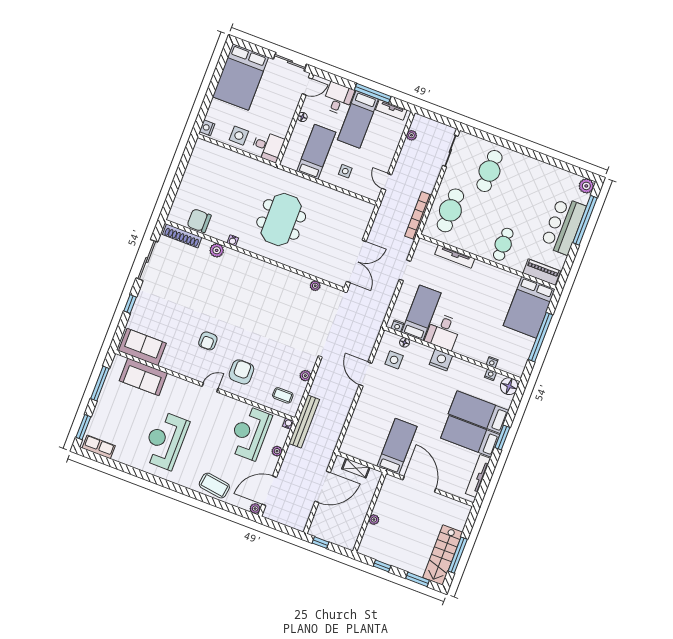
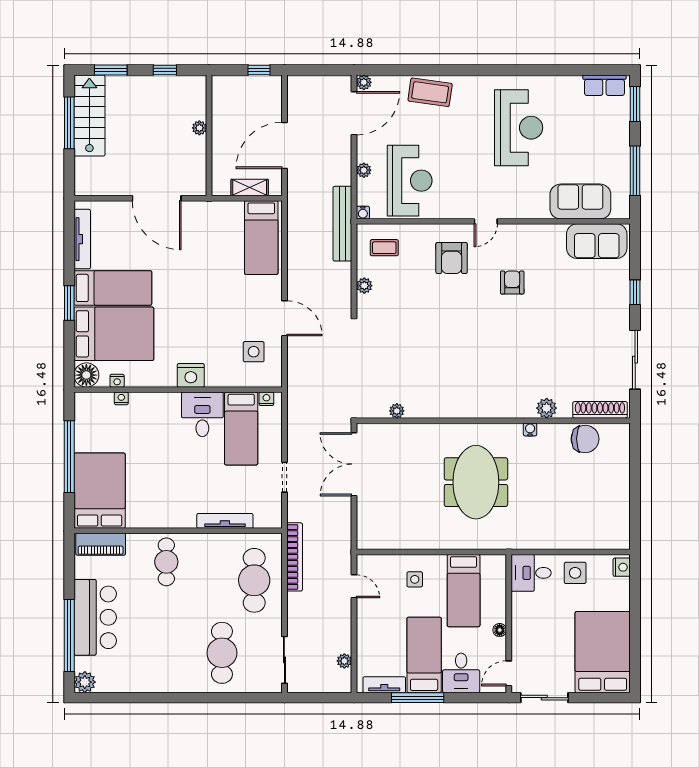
floor lamp: (405, 342) -> (248, 380), removed
bed: (479, 412) -> (114, 334), width x1.50
bed: (397, 446) -> (261, 238), moved

